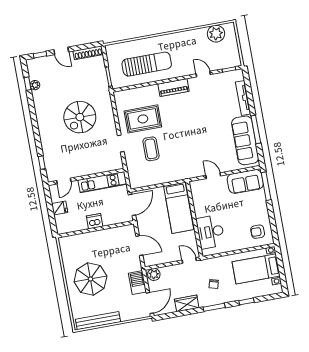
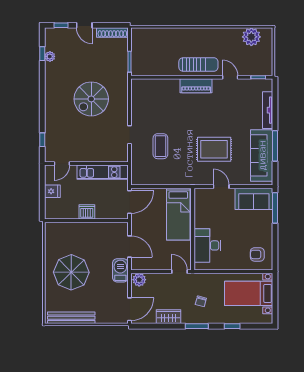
sun lounger: (147, 64) -> (198, 64), moved, width x0.73, depth x0.75
rug: (143, 119) -> (214, 149), moved
barbecue: (137, 283) -> (120, 270), moved

